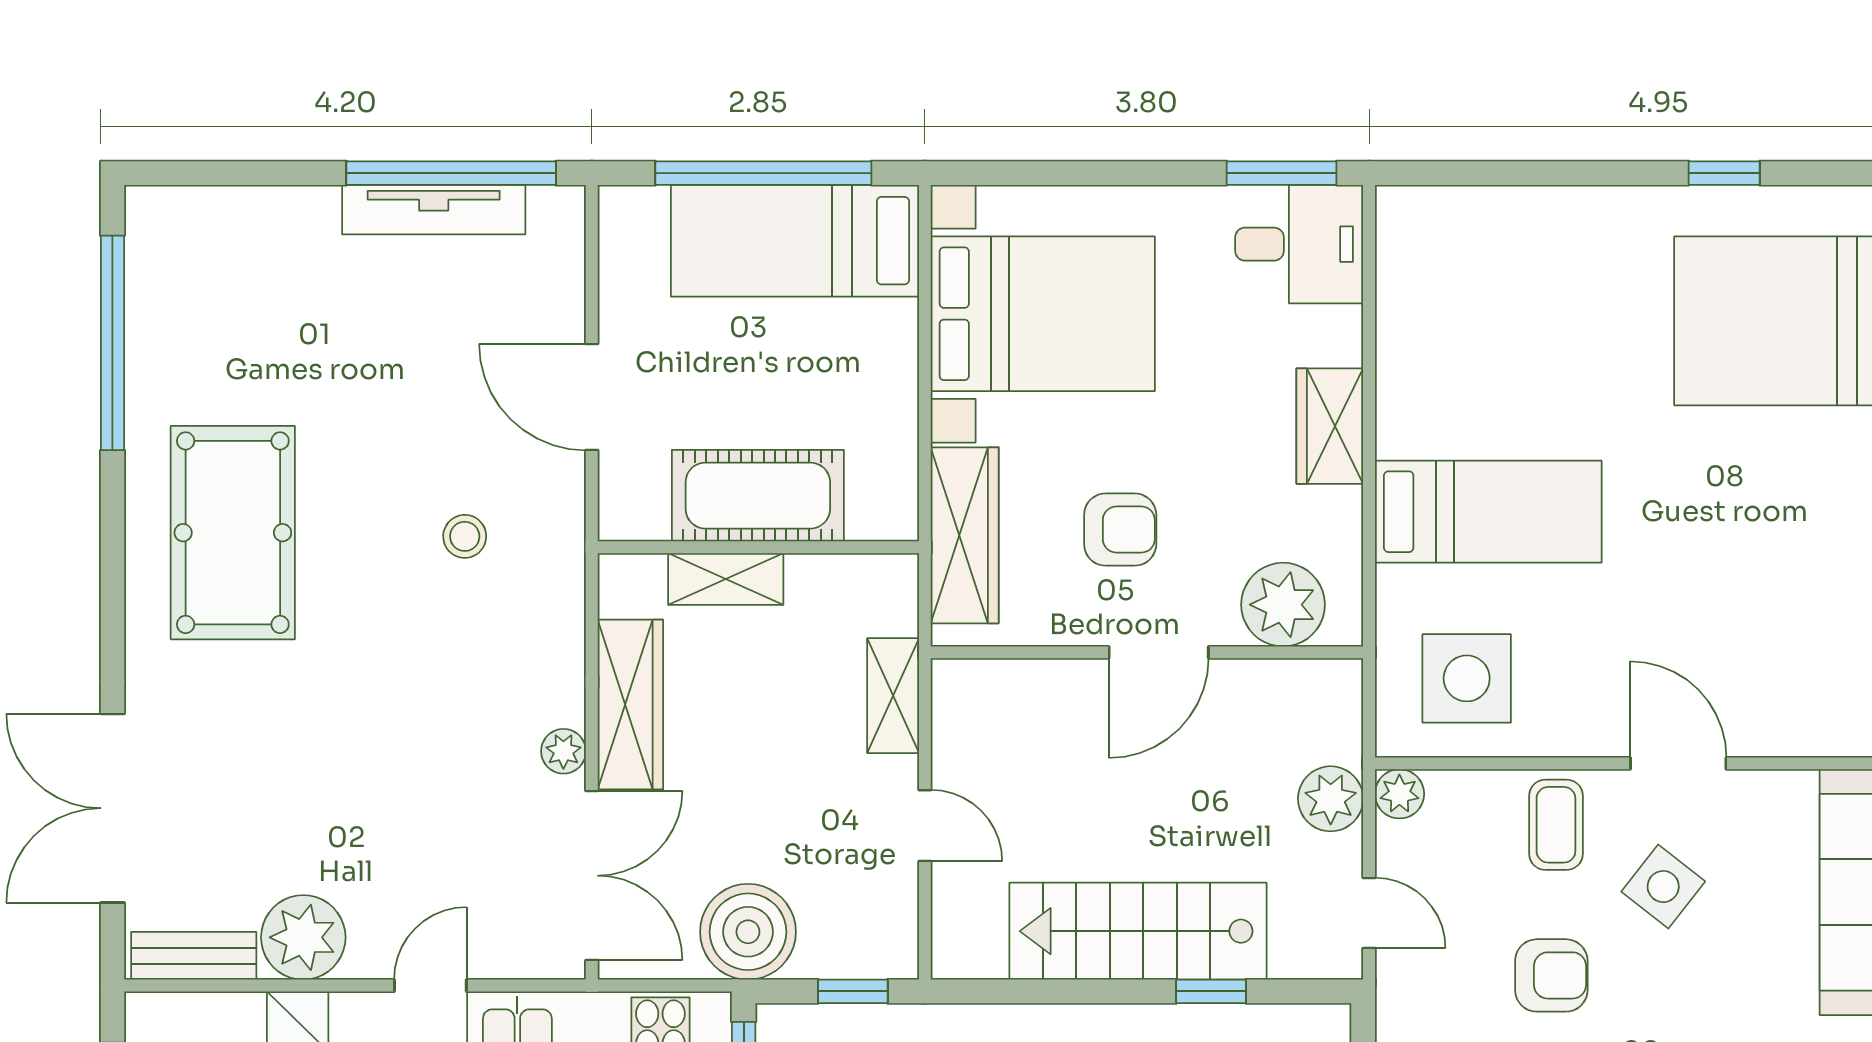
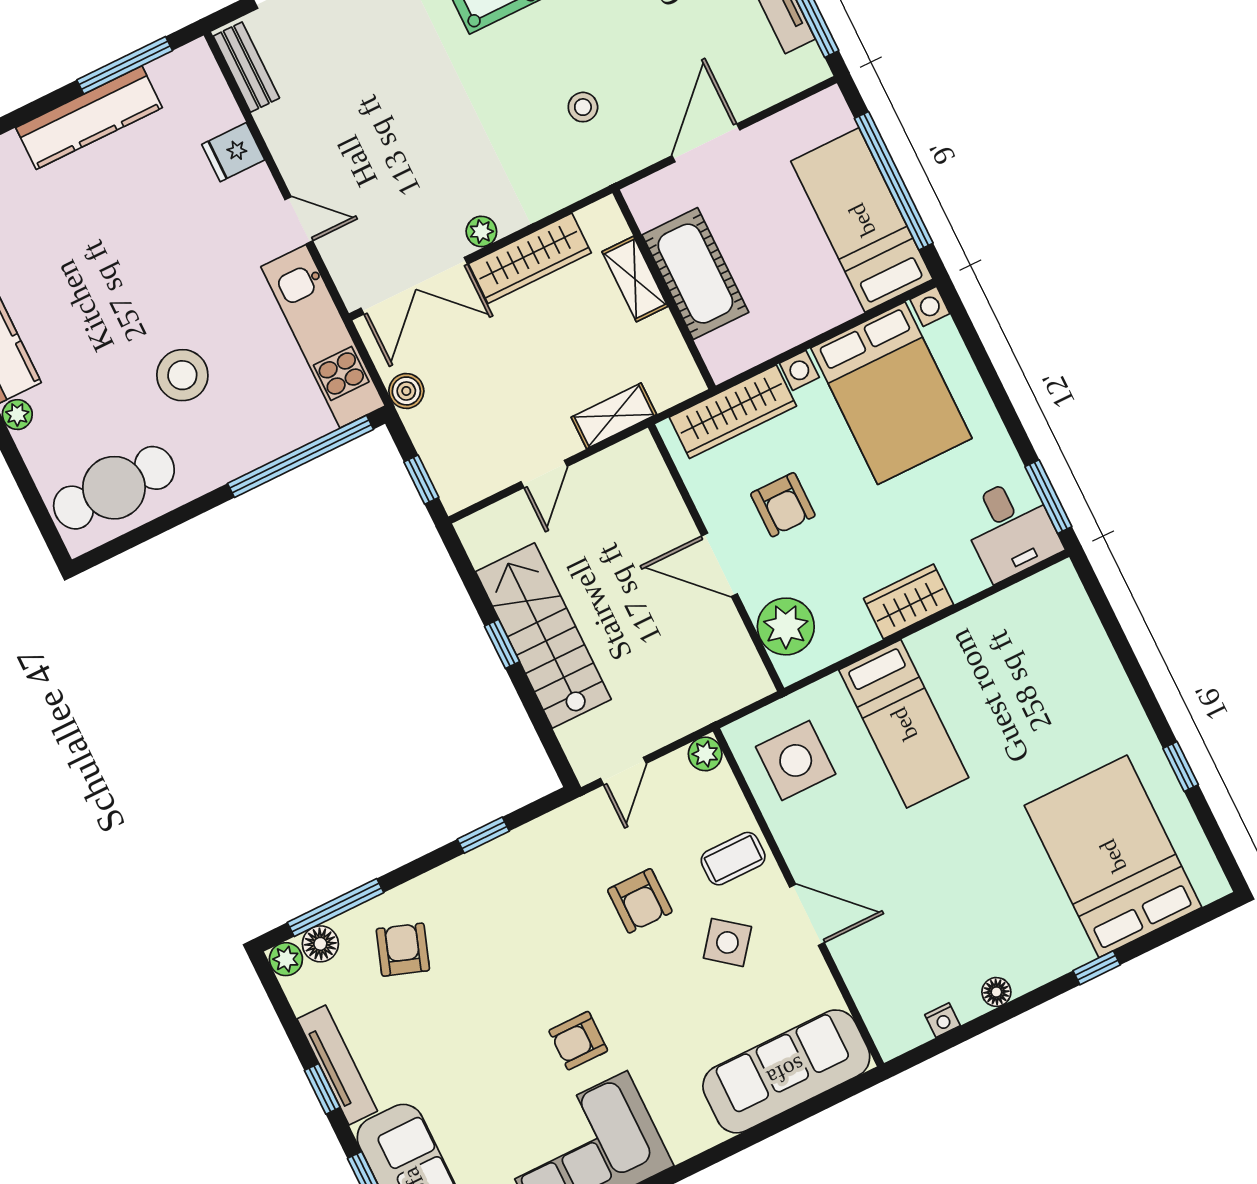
door: (1678, 763) -> (807, 915), hinge flipped
plant: (1331, 799) -> (682, 713), removed
boiler: (748, 932) -> (406, 391), width x0.54, depth x0.54
plant: (303, 937) -> (290, 128), removed
window: (1211, 991) -> (502, 644), moved

